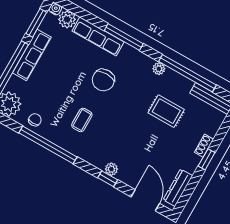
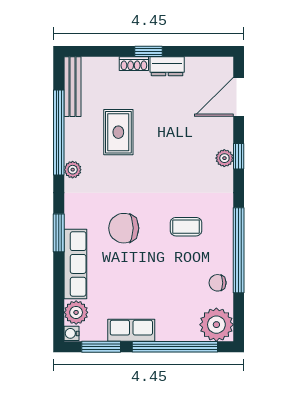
window: (124, 37) -> (59, 233), width x0.69
row of seats: (32, 55) -> (131, 330), width x0.68
chair: (103, 80) -> (124, 228), turned 180
dresser: (178, 188) -> (167, 66), moved, width x0.70

